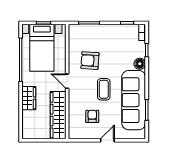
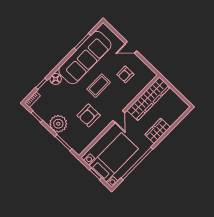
plant: (106, 33) -> (58, 124), added
armchair: (90, 61) -> (89, 115), turned 86

